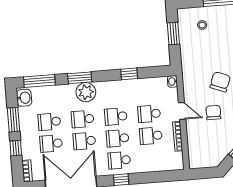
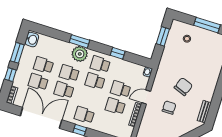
window: (39, 81) -> (48, 32), removed
door: (182, 111) -> (146, 97), swing flipped
school desk: (118, 138) -> (100, 64), moved

